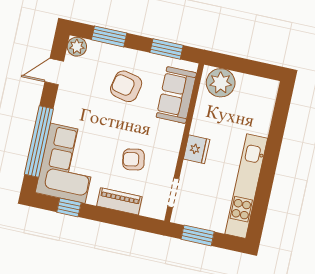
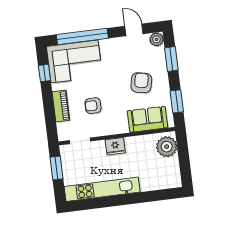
armchair: (134, 159) -> (93, 106), turned -80

